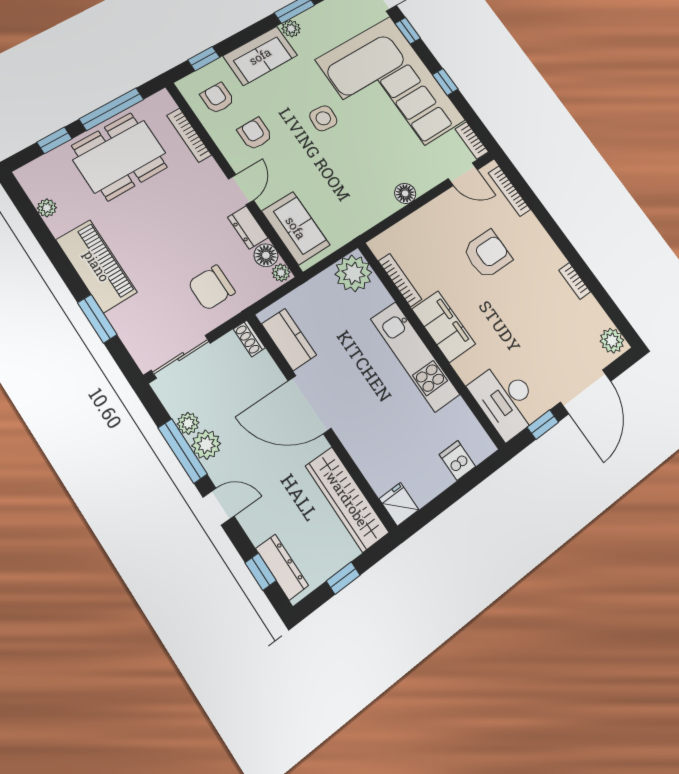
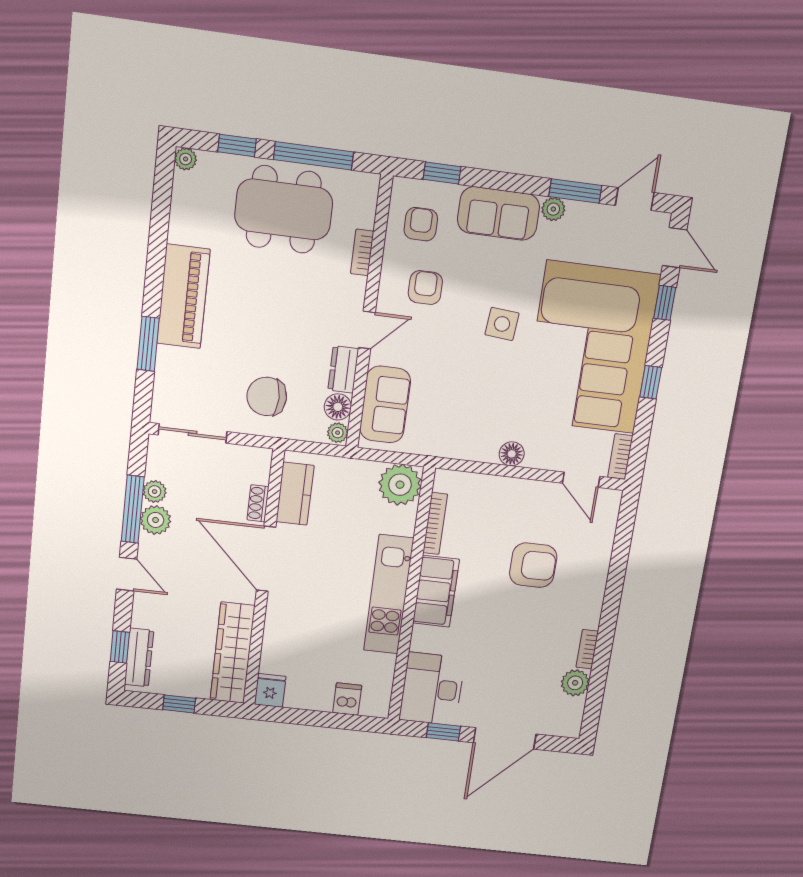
bookcase: (189, 135) -> (362, 252), width x0.64
bookcase: (509, 191) -> (608, 529), removed
plant: (47, 208) -> (186, 159), moved
shoe rack: (249, 338) -> (258, 503), moved
plant: (612, 341) -> (575, 683), moved

